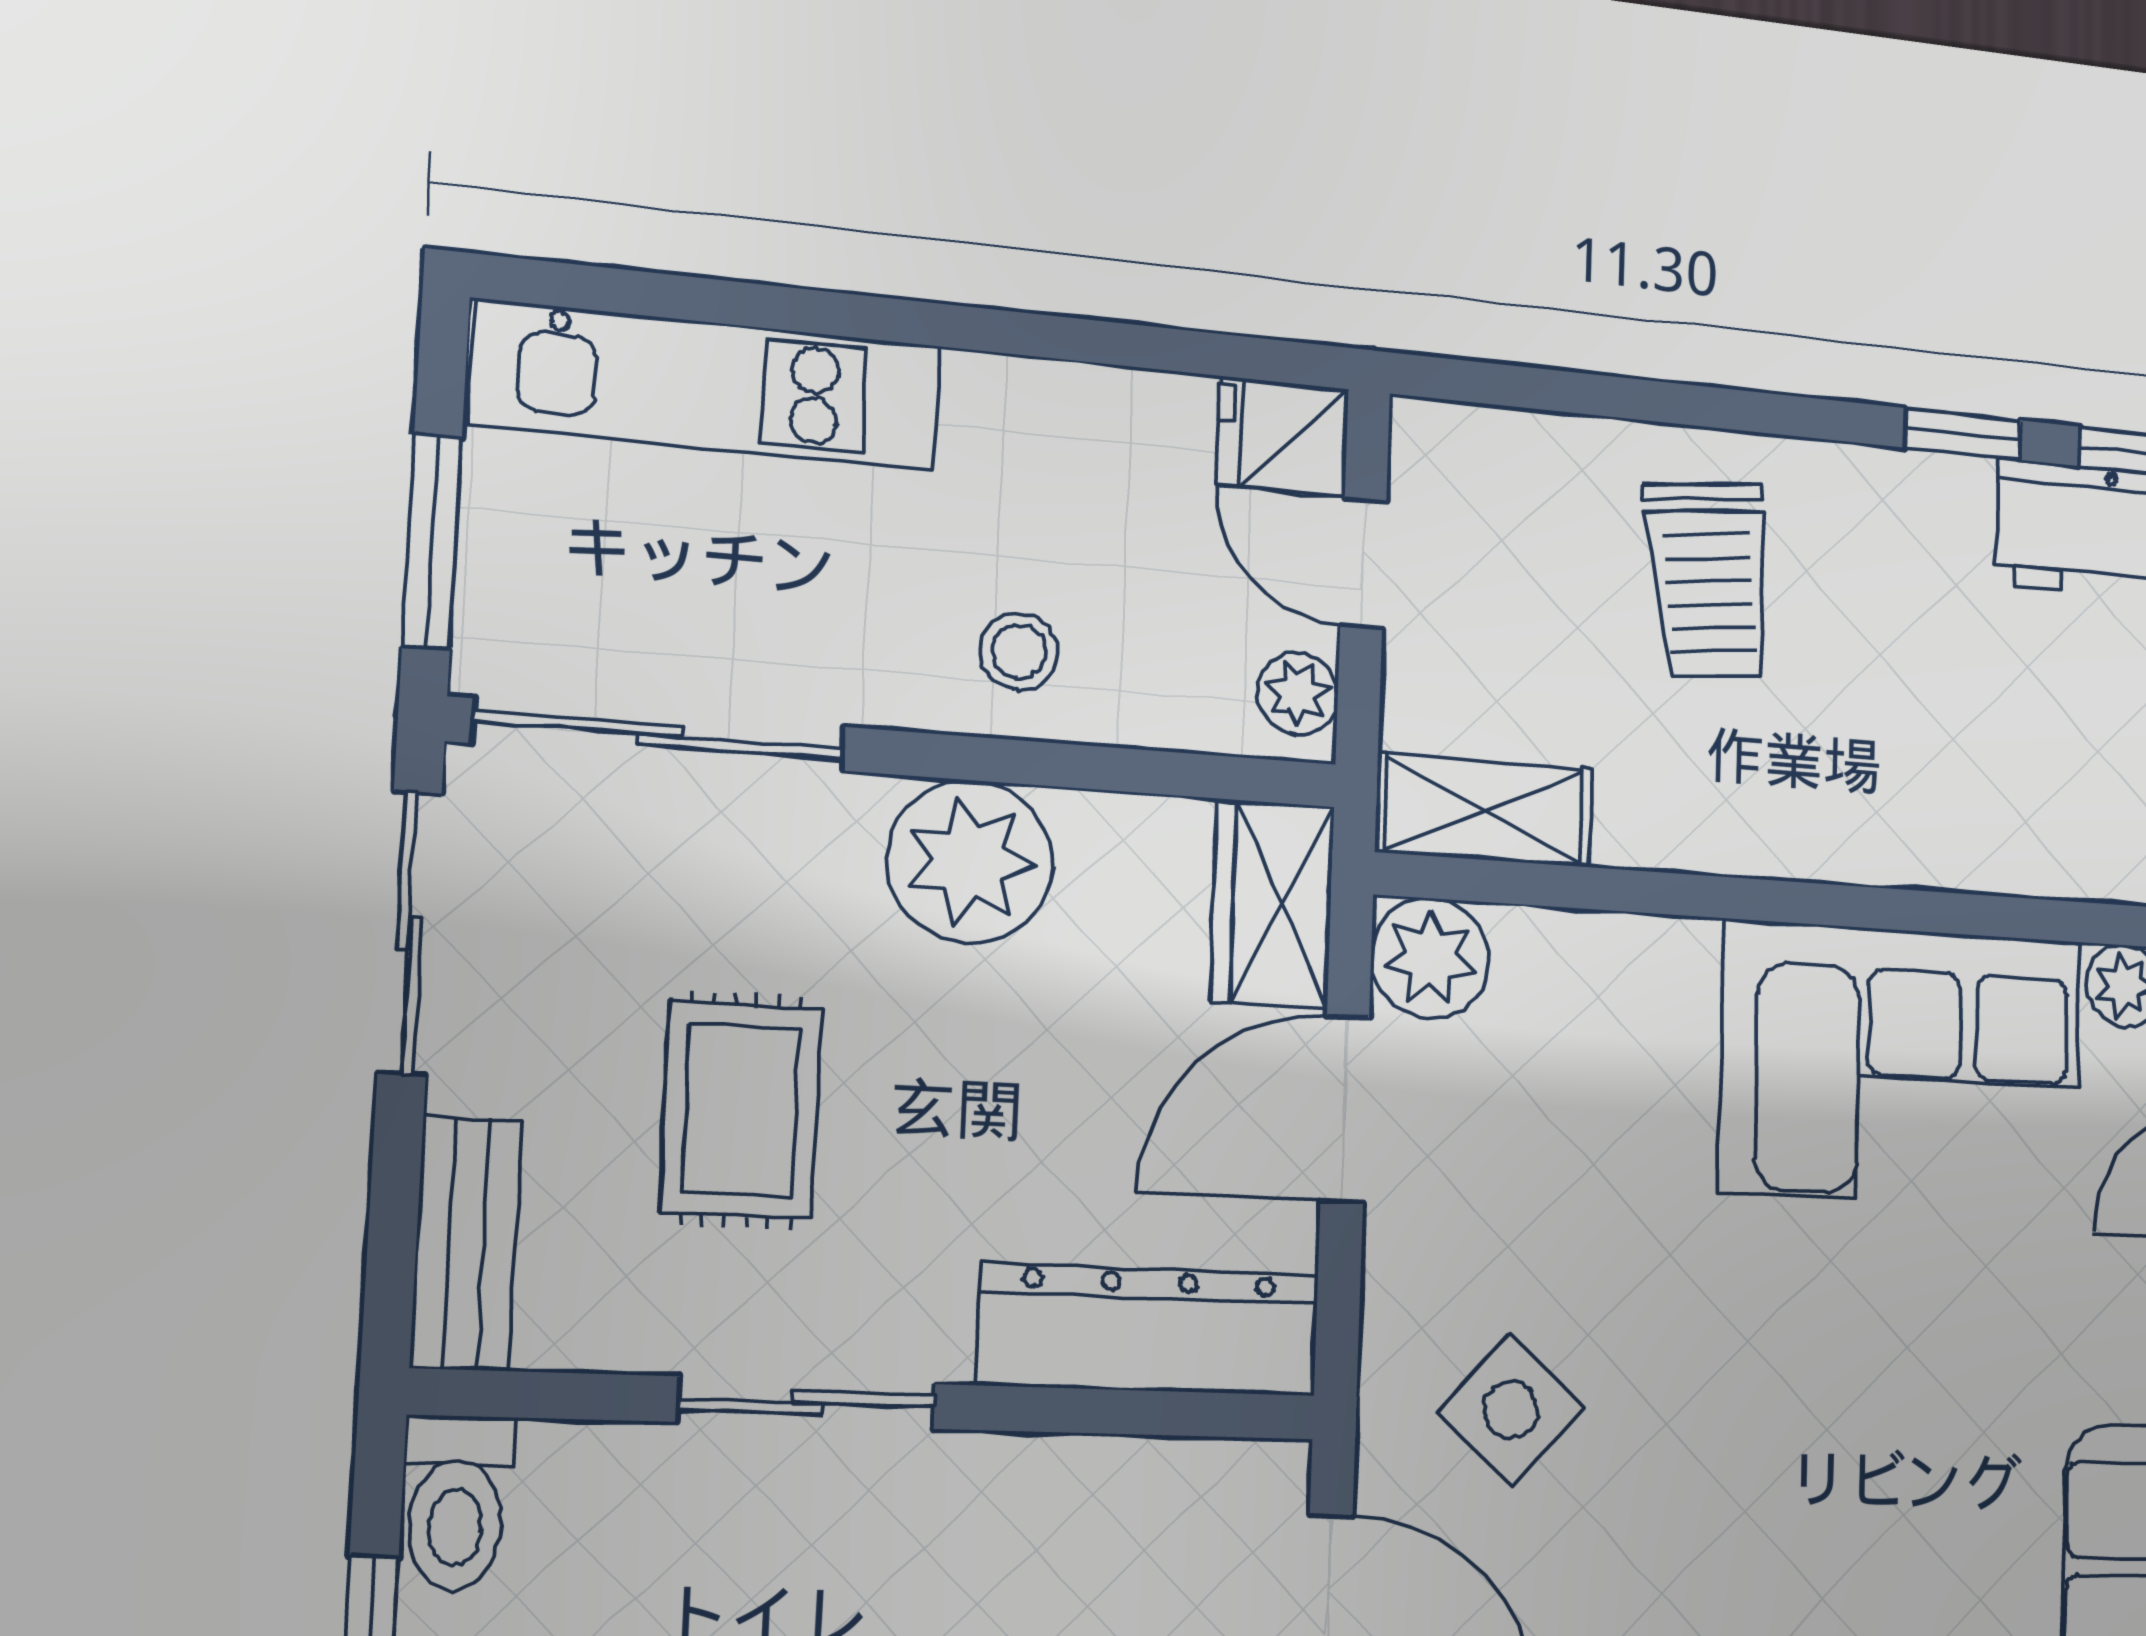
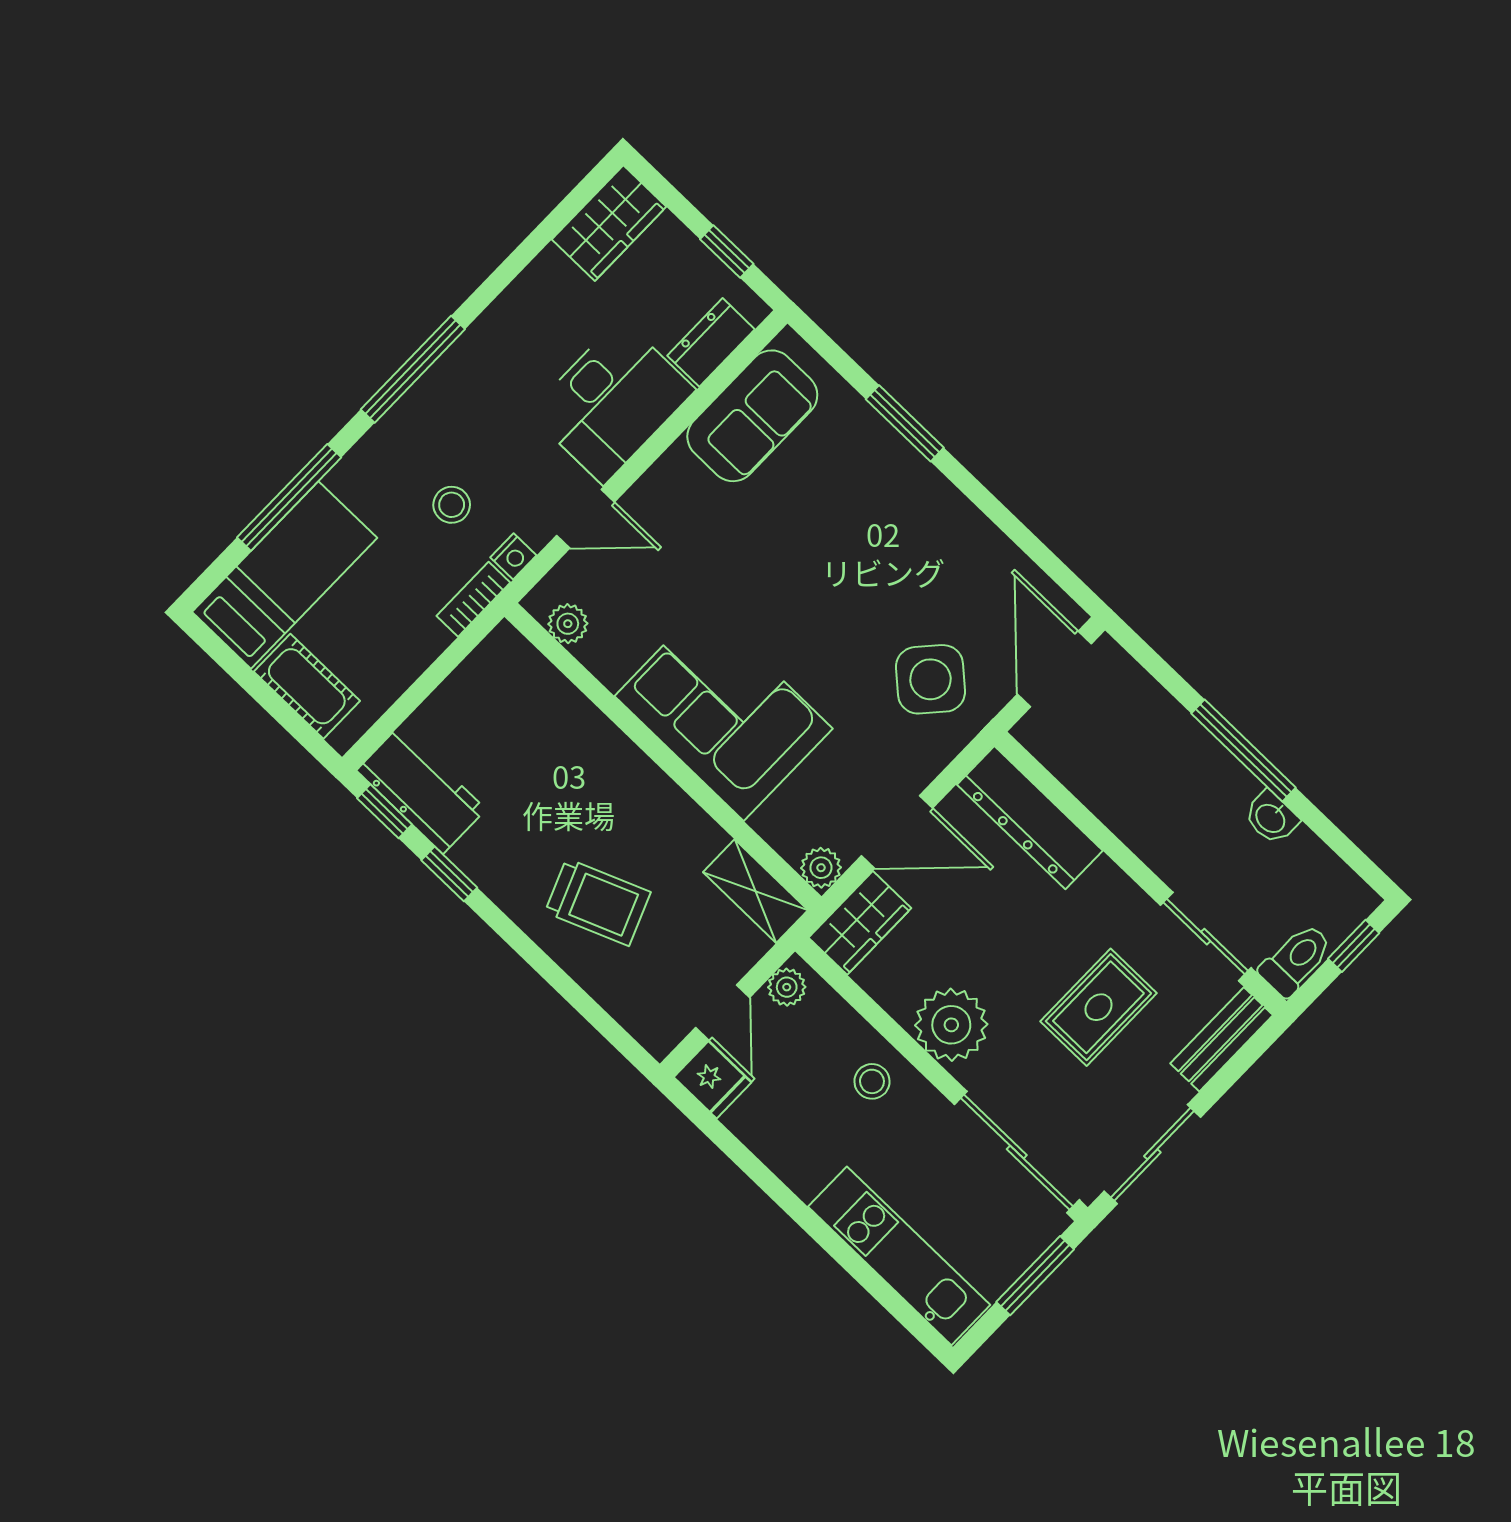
trolley: (1709, 580) -> (598, 902), turned 74
plant: (1430, 958) -> (821, 868), width x0.73, depth x0.73
corner sofa: (1901, 1065) -> (724, 712), moved
sliding door: (807, 1403) -> (1206, 937), moved
side table: (1511, 1410) -> (930, 679), width x1.37, depth x1.37

